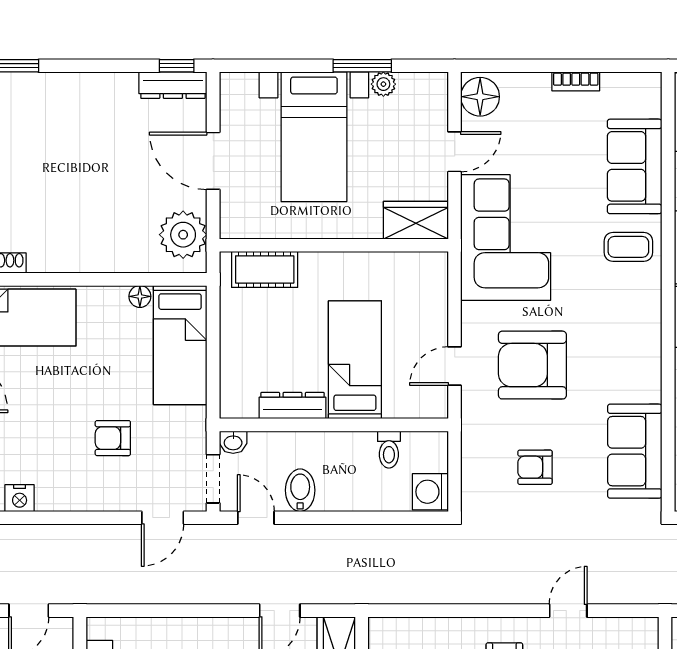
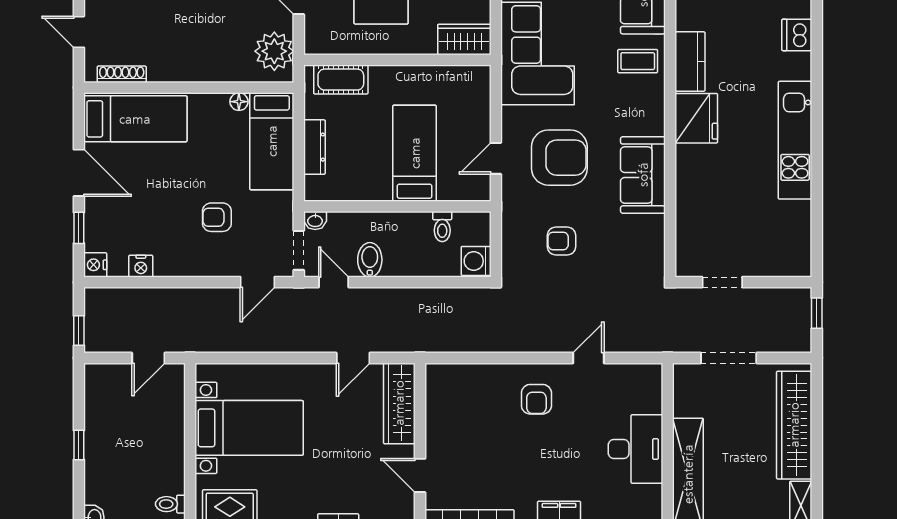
armchair: (532, 365) -> (559, 158), turned 180
dresser: (292, 406) -> (314, 147), moved, turned 90
sofa: (635, 451) -> (643, 175), moved

